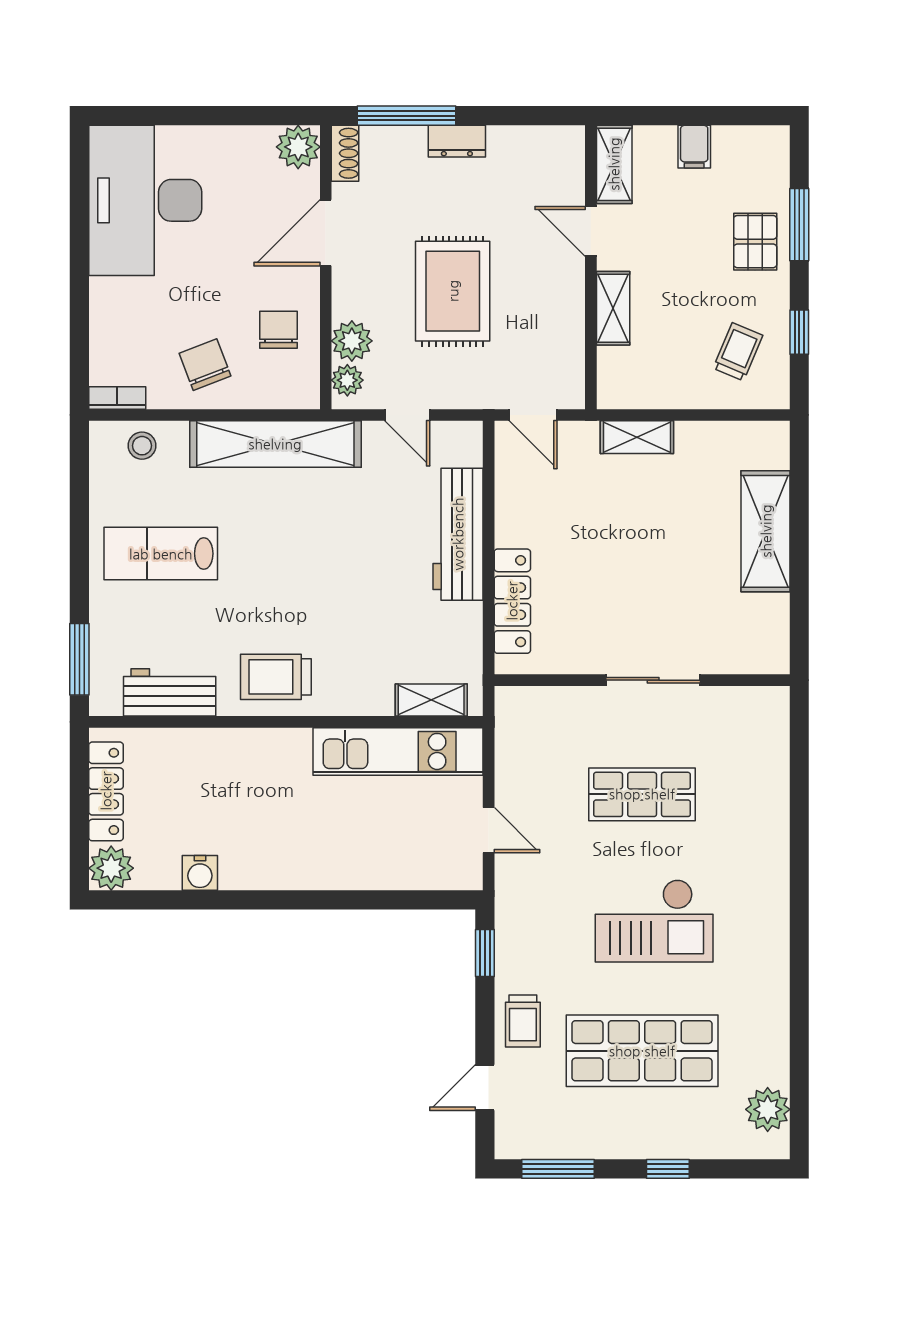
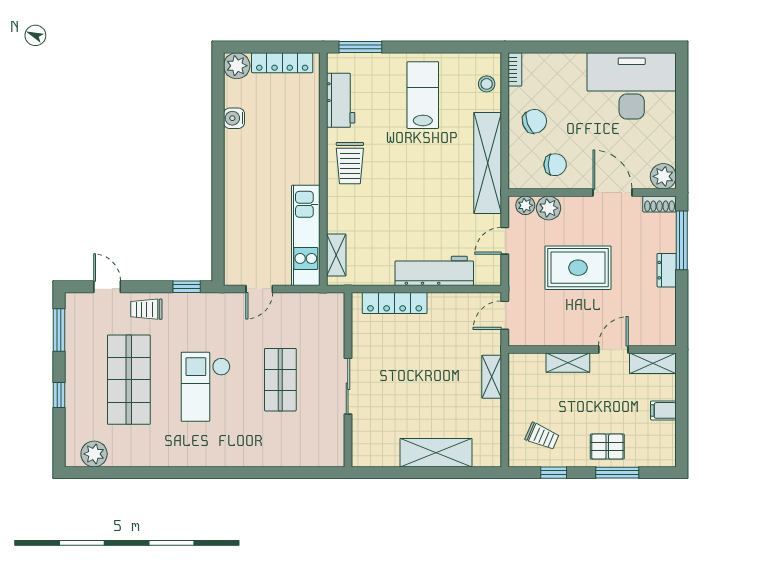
trolley: (276, 677) -> (350, 163), turned 180

